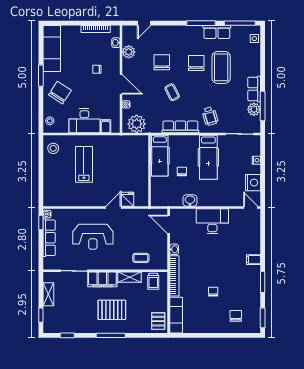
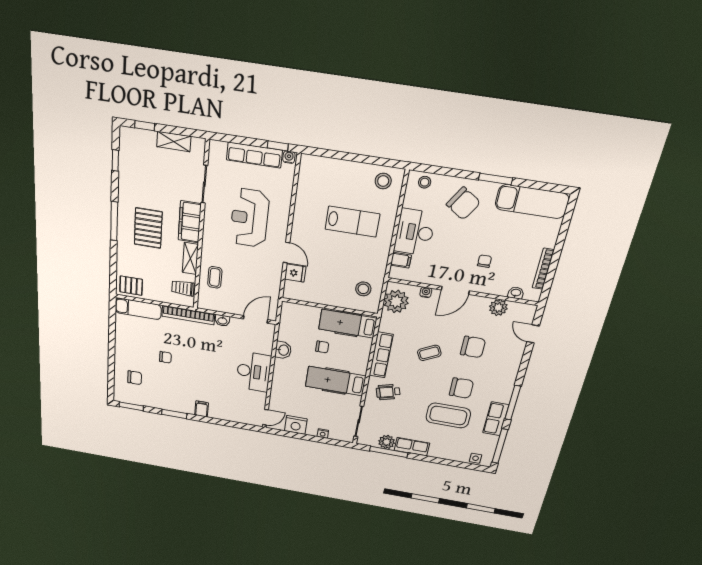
stool: (131, 149) -> (363, 289), added

